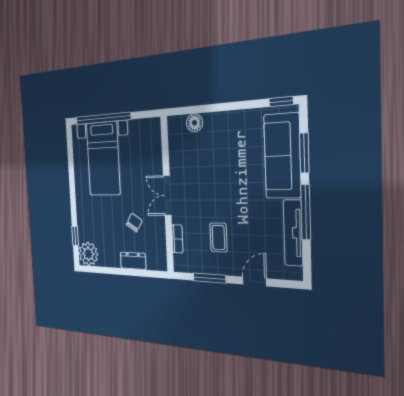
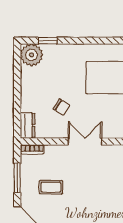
bookcase: (177, 239) -> (32, 149), moved
dresser: (133, 261) -> (28, 125), moved

